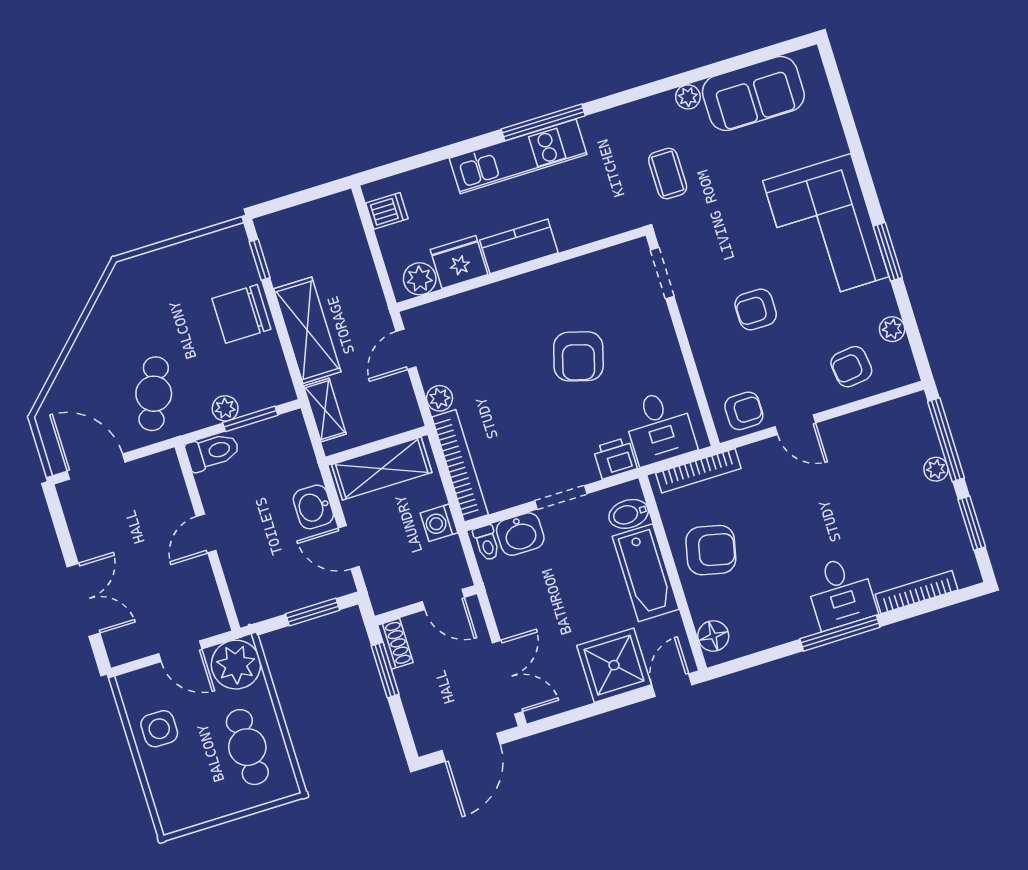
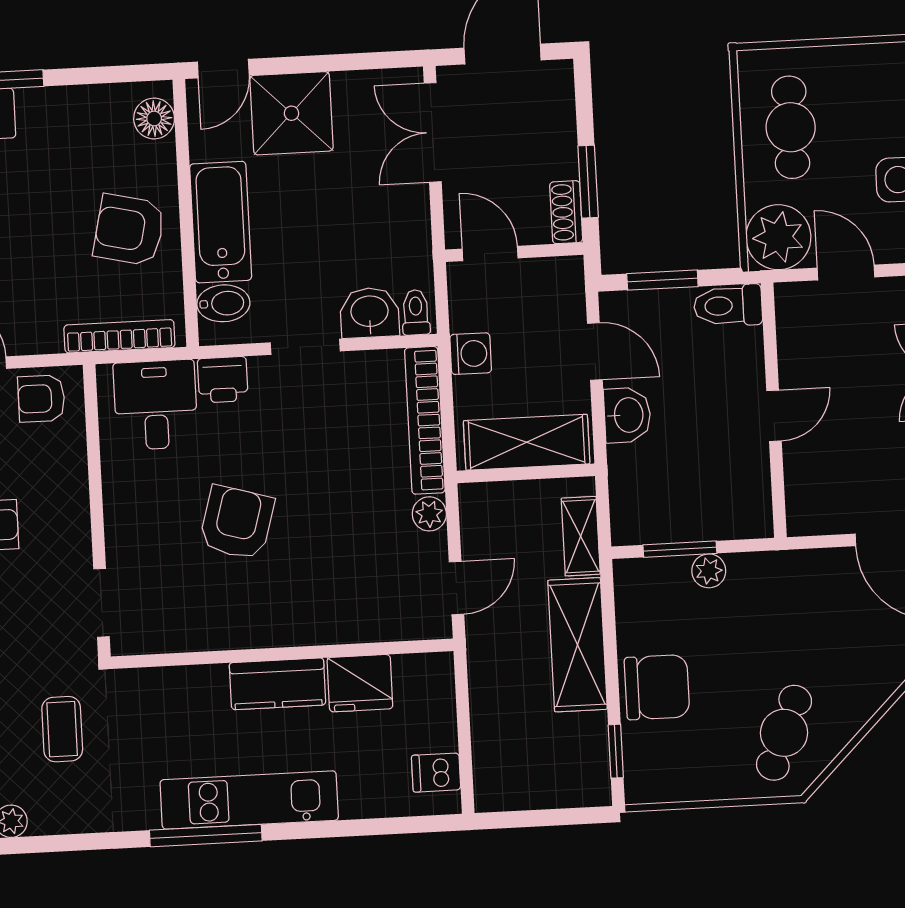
plant: (420, 279) -> (416, 674), removed
cafe table: (154, 394) -> (784, 733), moved
toilet: (212, 452) -> (728, 306), moved

